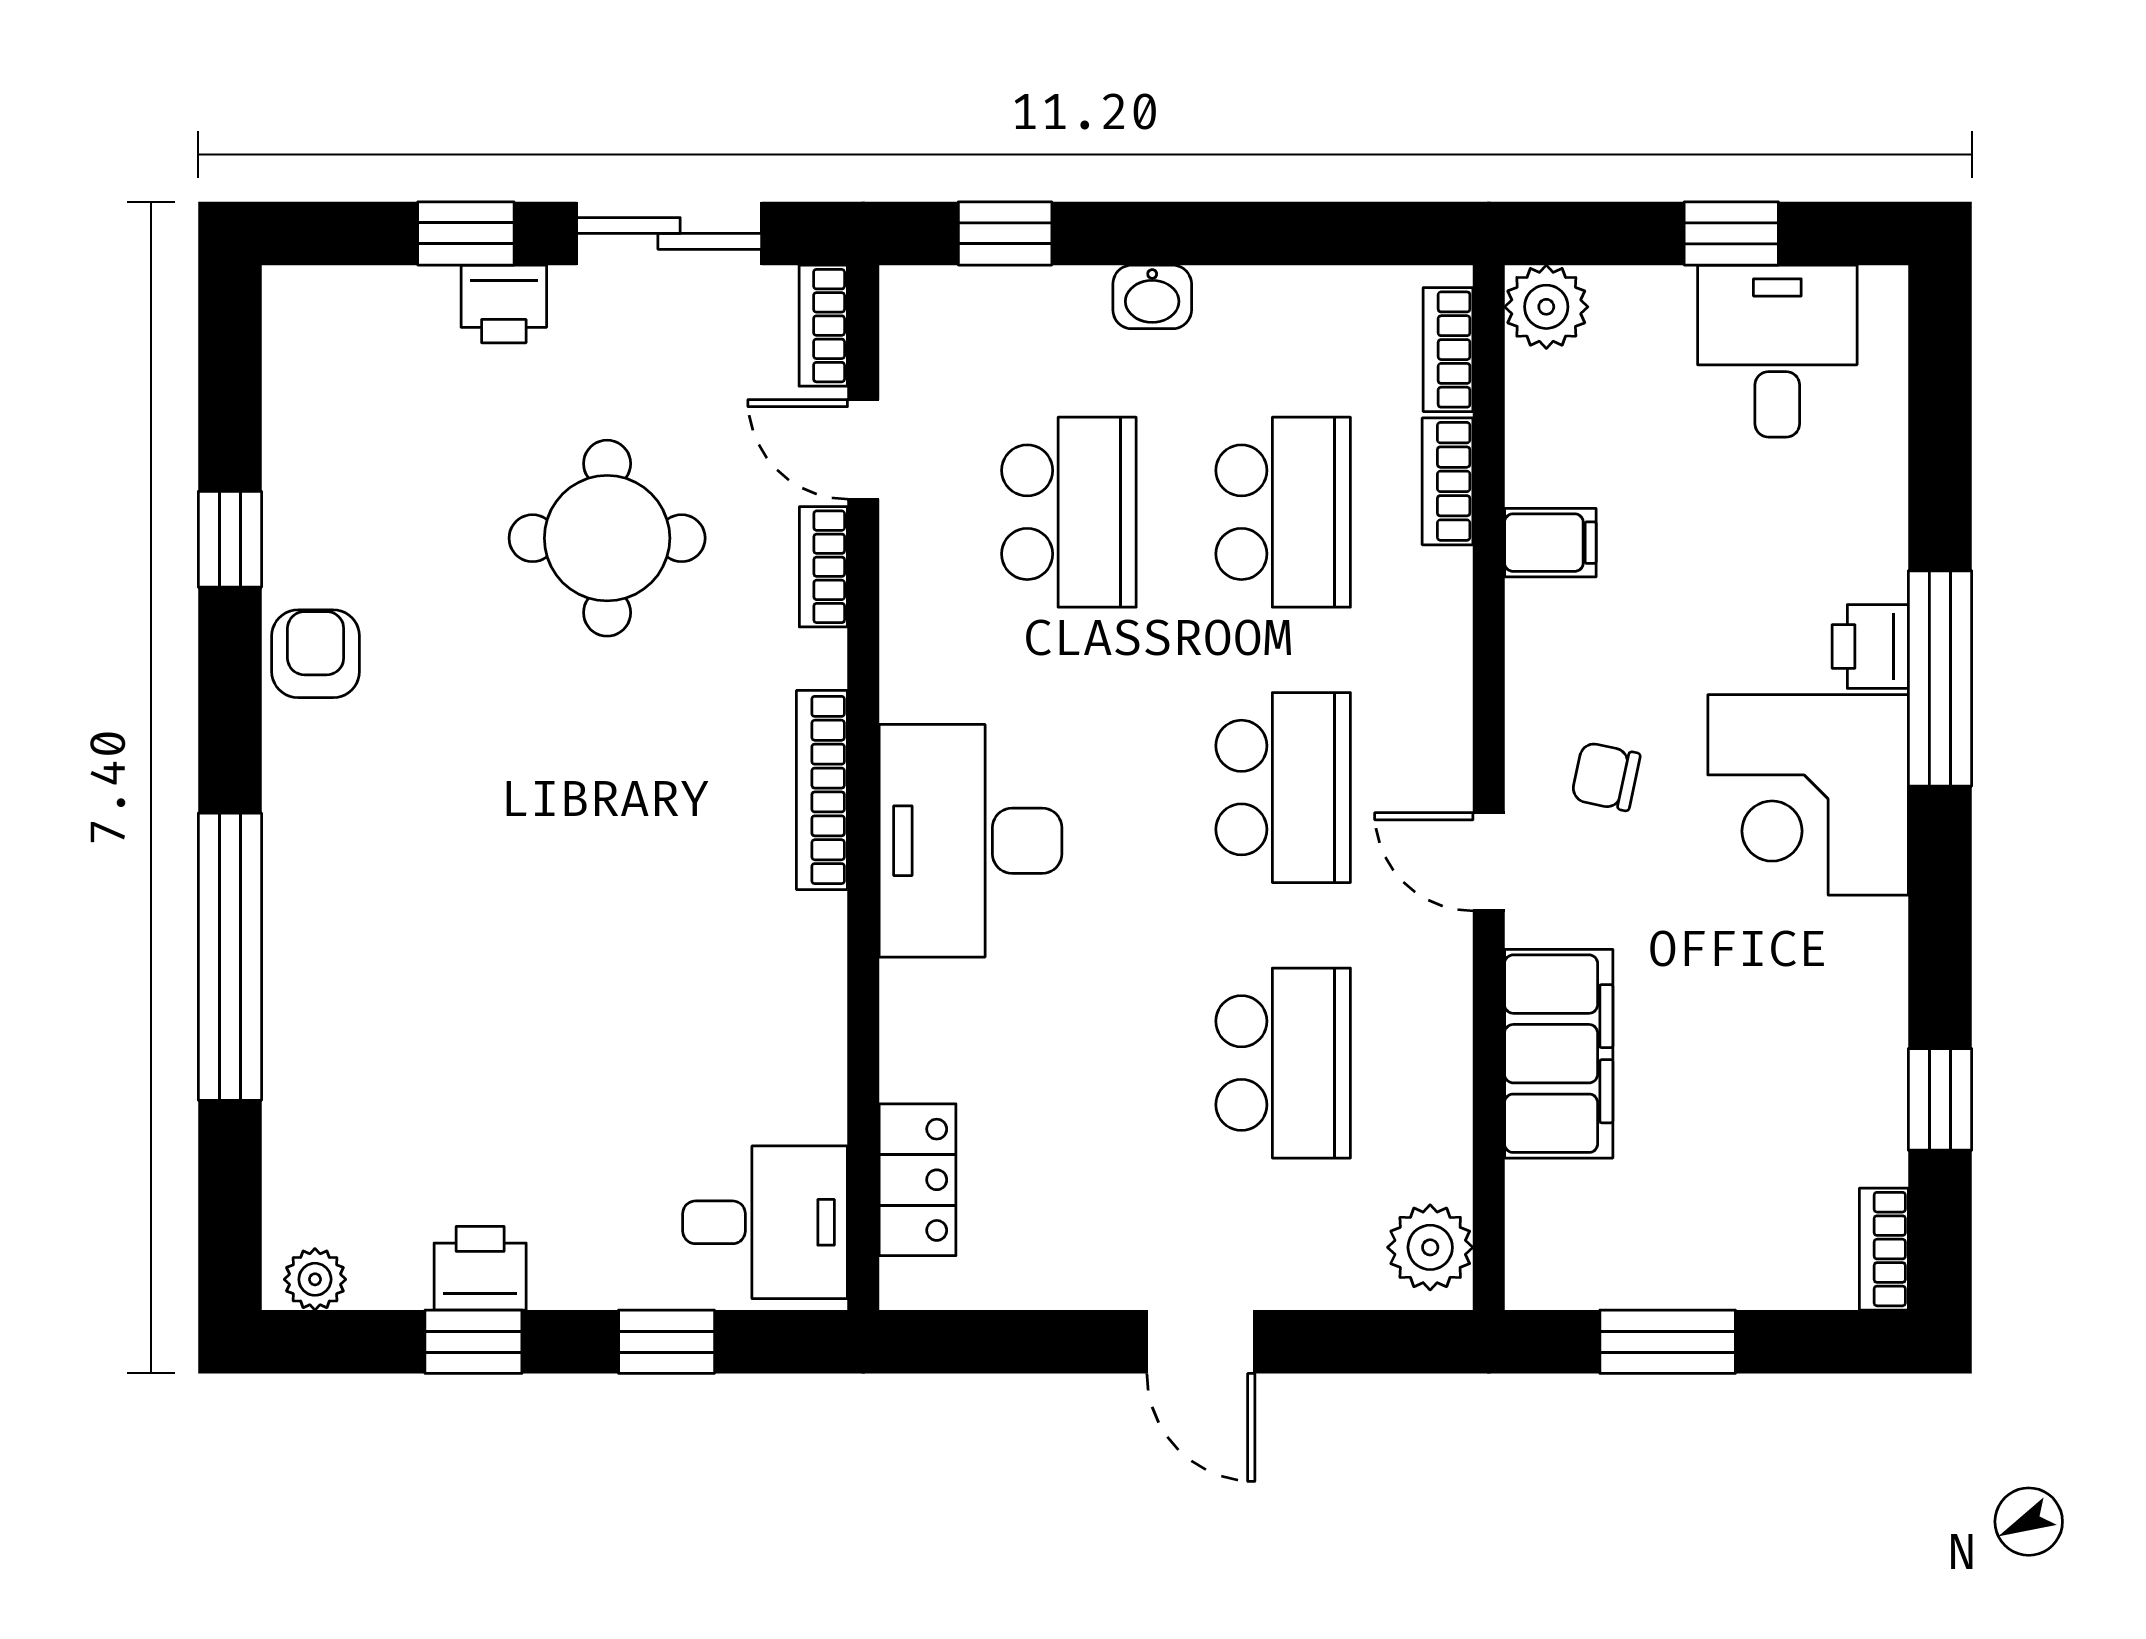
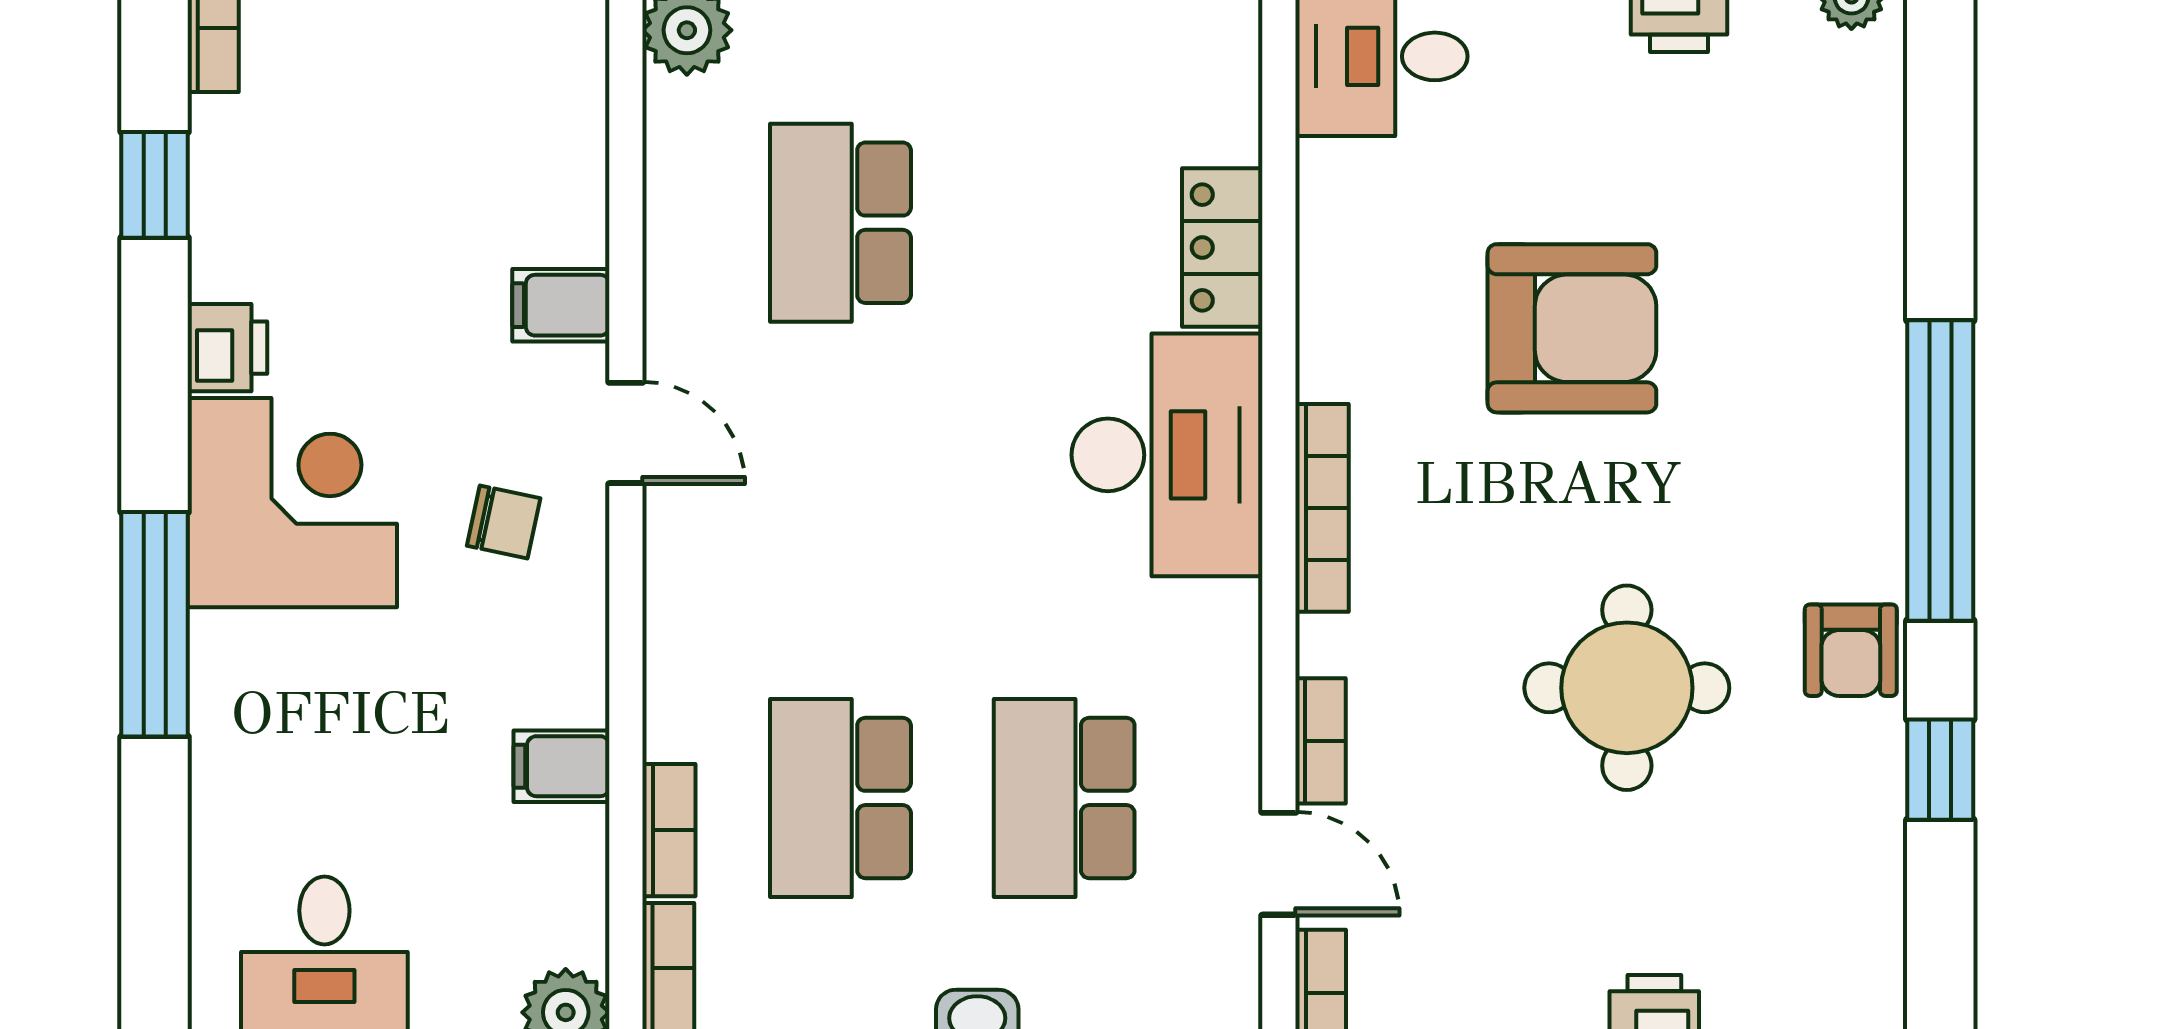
round table: (607, 538) -> (1627, 688), moved
printer: (1870, 647) -> (227, 348), moved
school desk: (1283, 788) -> (840, 510), removed
window: (230, 957) -> (1940, 470), moved
armchair: (583, 962) -> (1572, 328), added
filing cabinet: (1559, 1054) -> (561, 305), width x0.33, depth x0.86
locker: (918, 1180) -> (1222, 248), moved

